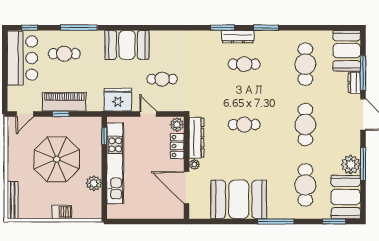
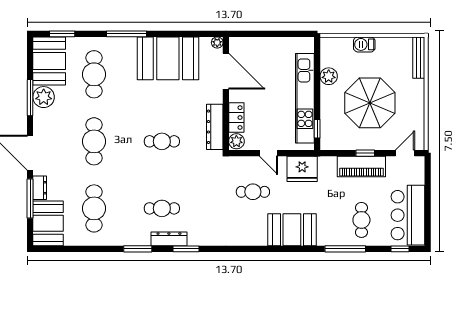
cafe table: (64, 54) -> (361, 220), turned 90
plant: (194, 164) -> (217, 43), moved

